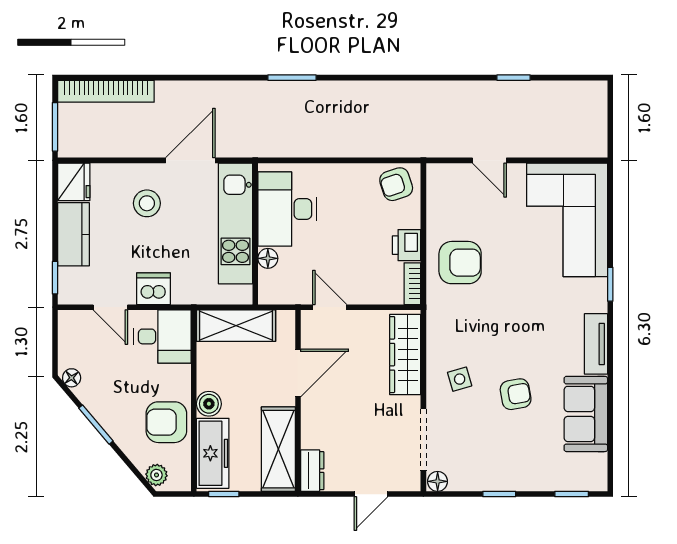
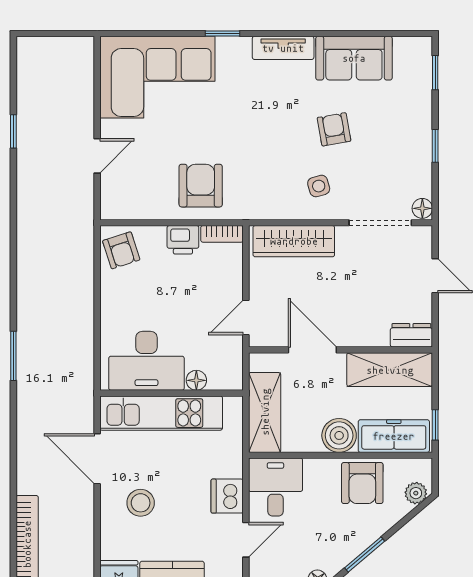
boiler: (209, 404) -> (339, 435), width x1.36, depth x1.36

